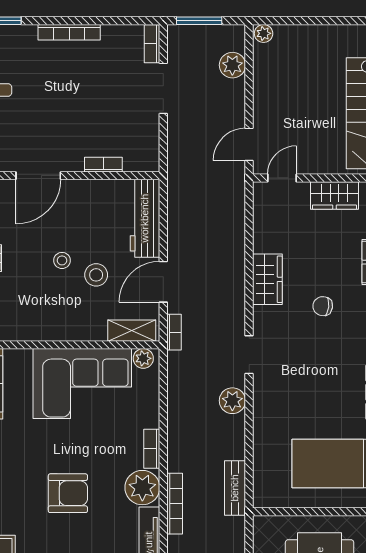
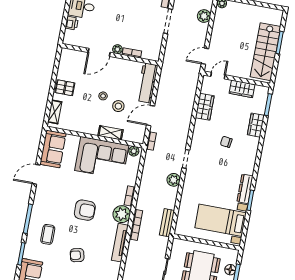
plant: (73, 163) -> (117, 49), added
wardrobe: (267, 279) -> (205, 107), moved
shelving: (132, 331) -> (110, 133), moved

